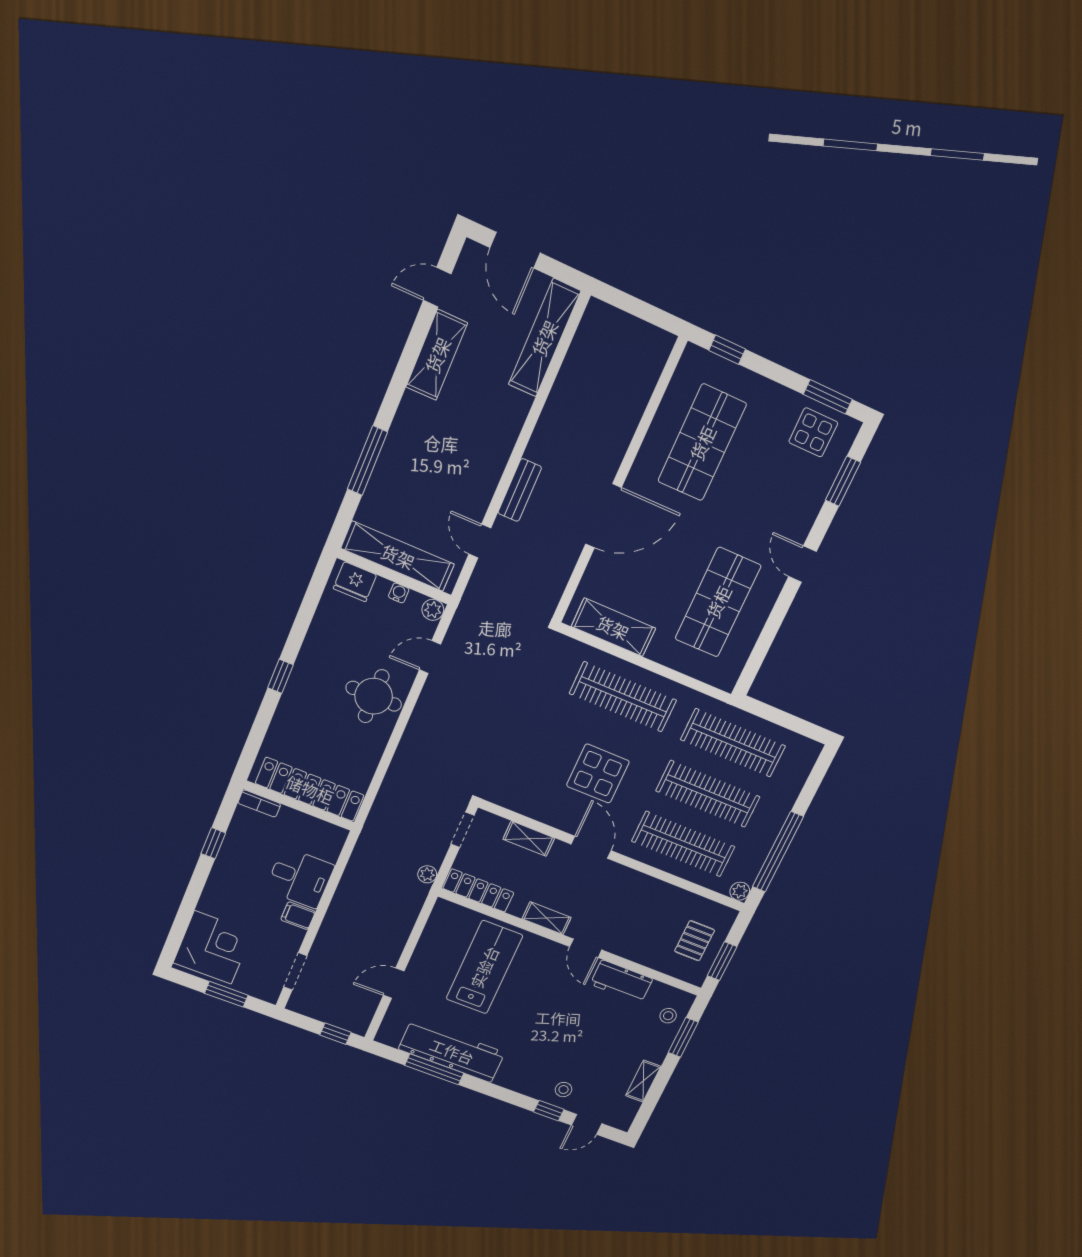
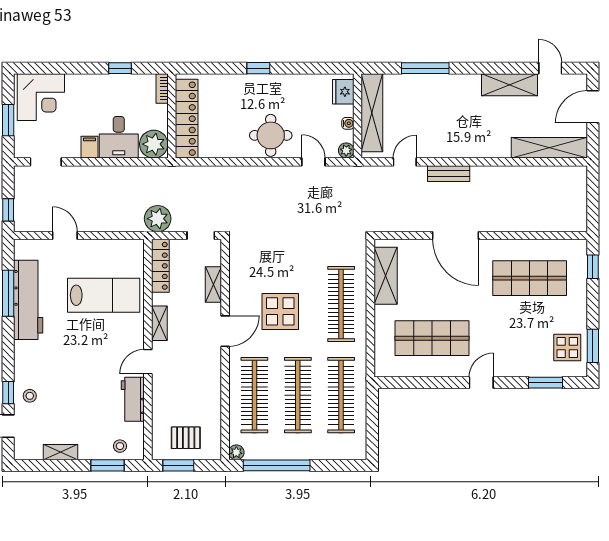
plant: (326, 841) -> (154, 144), added
plant: (427, 874) -> (158, 219), width x1.88, depth x1.88

